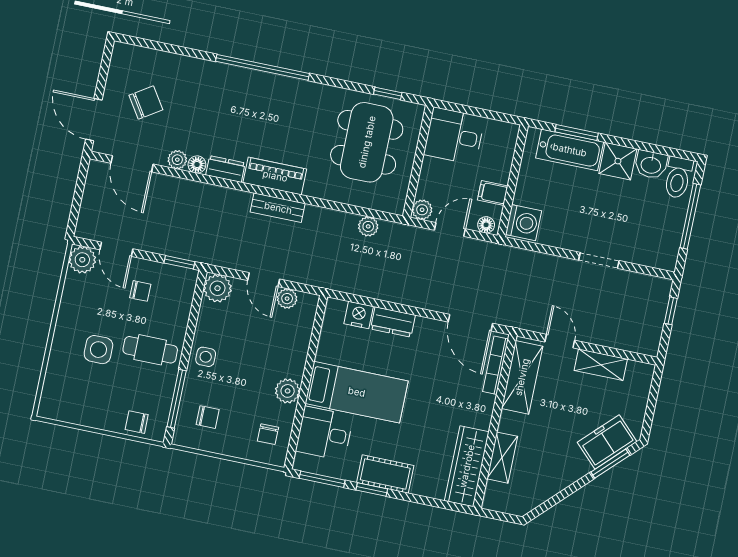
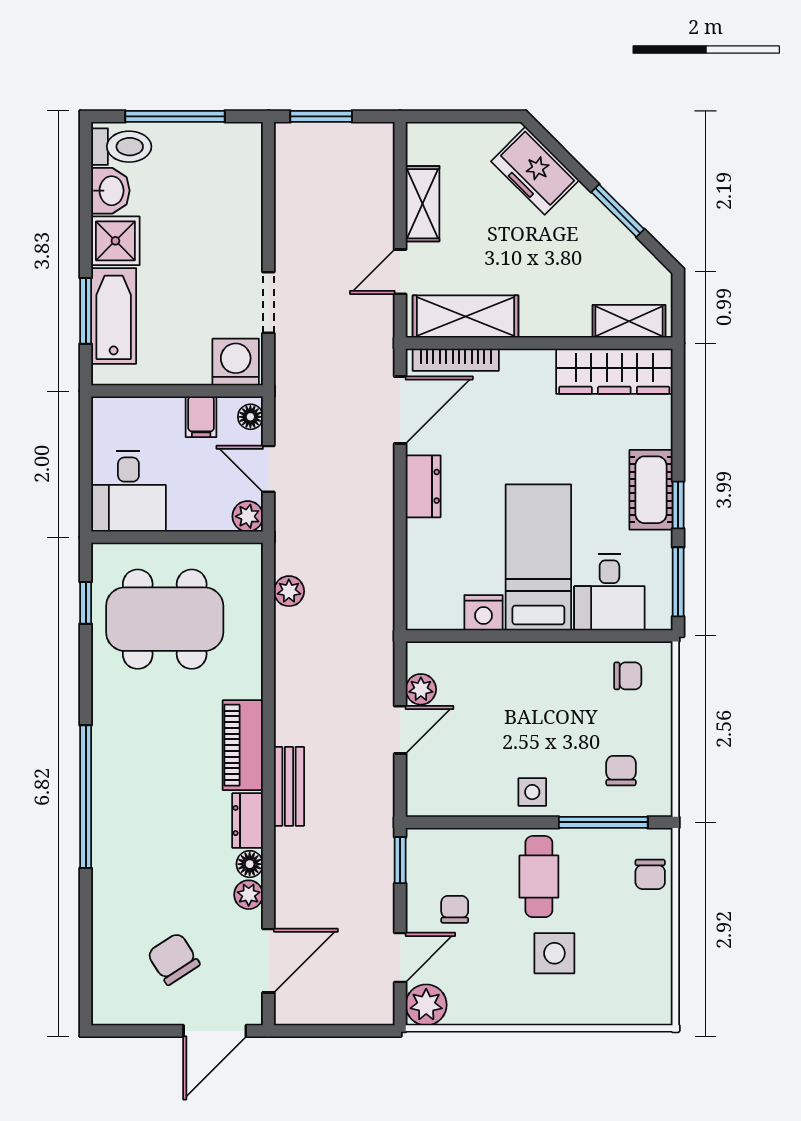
bench: (278, 208) -> (289, 786), moved
doorway: (599, 260) -> (268, 302), moved
plant: (218, 288) -> (427, 796), removed
window: (671, 311) -> (321, 116), width x1.50
nightstand: (359, 315) -> (483, 613), moved, turned -90
dresser: (393, 322) -> (423, 486), moved
plant: (288, 391) -> (558, 660), removed
shelving: (502, 458) -> (629, 321), moved
window: (610, 464) -> (618, 211), moved

